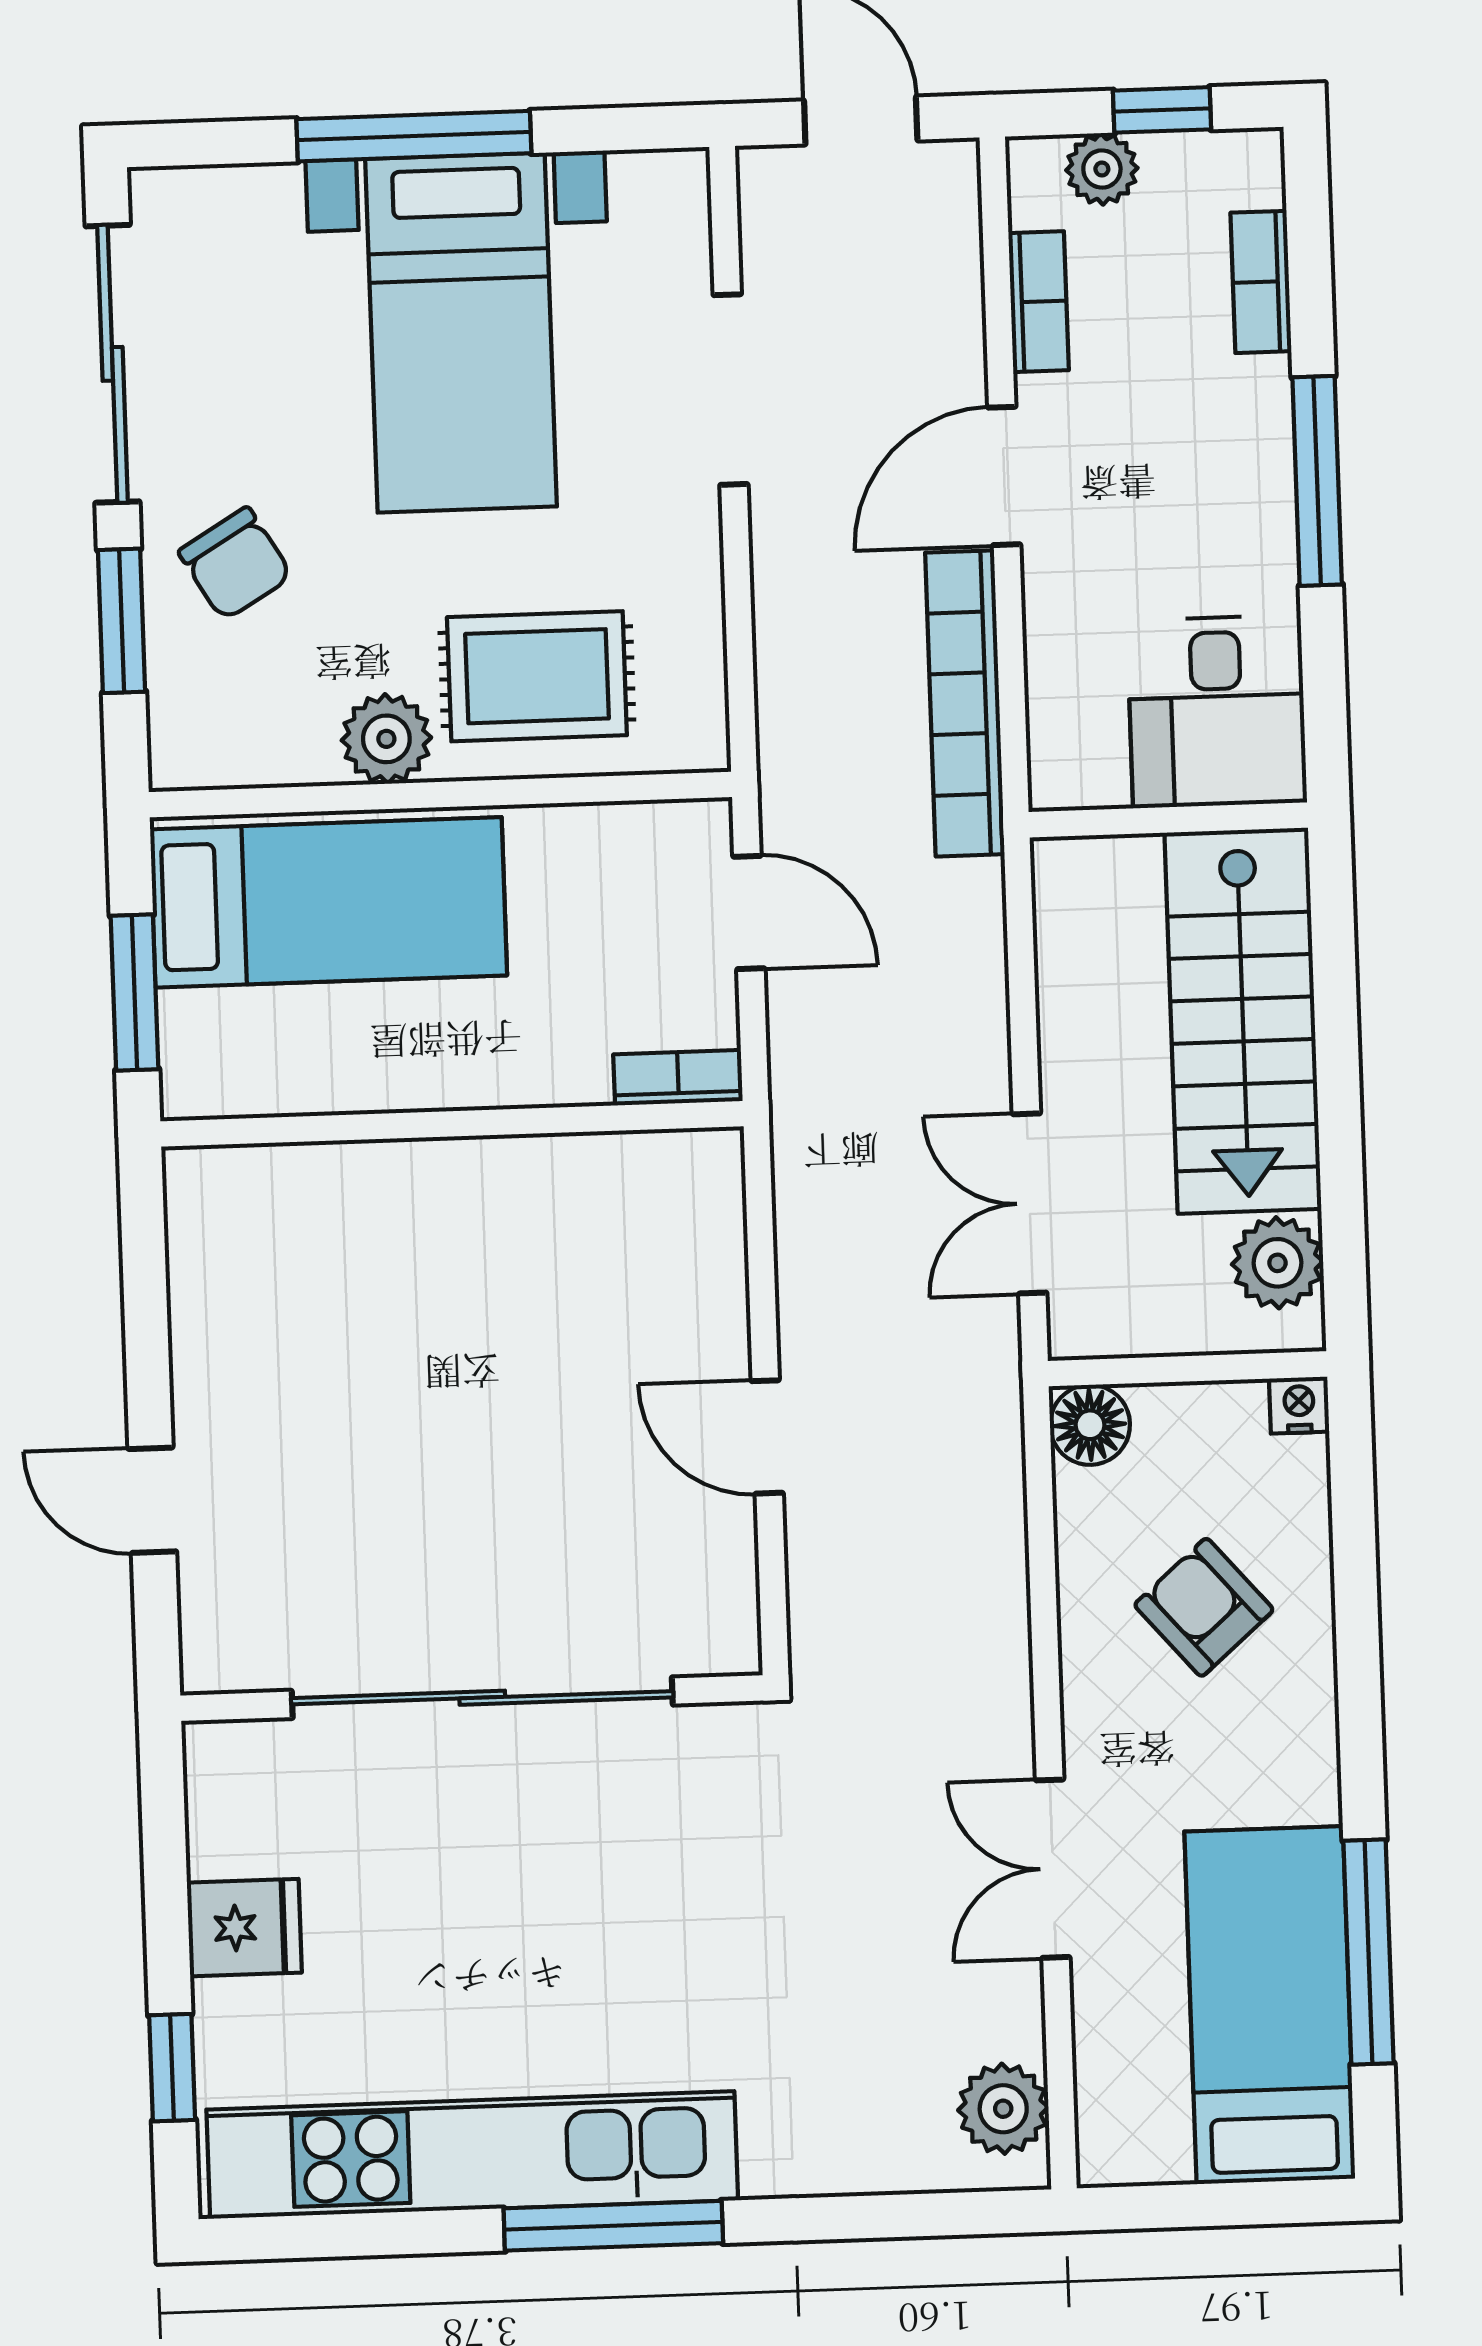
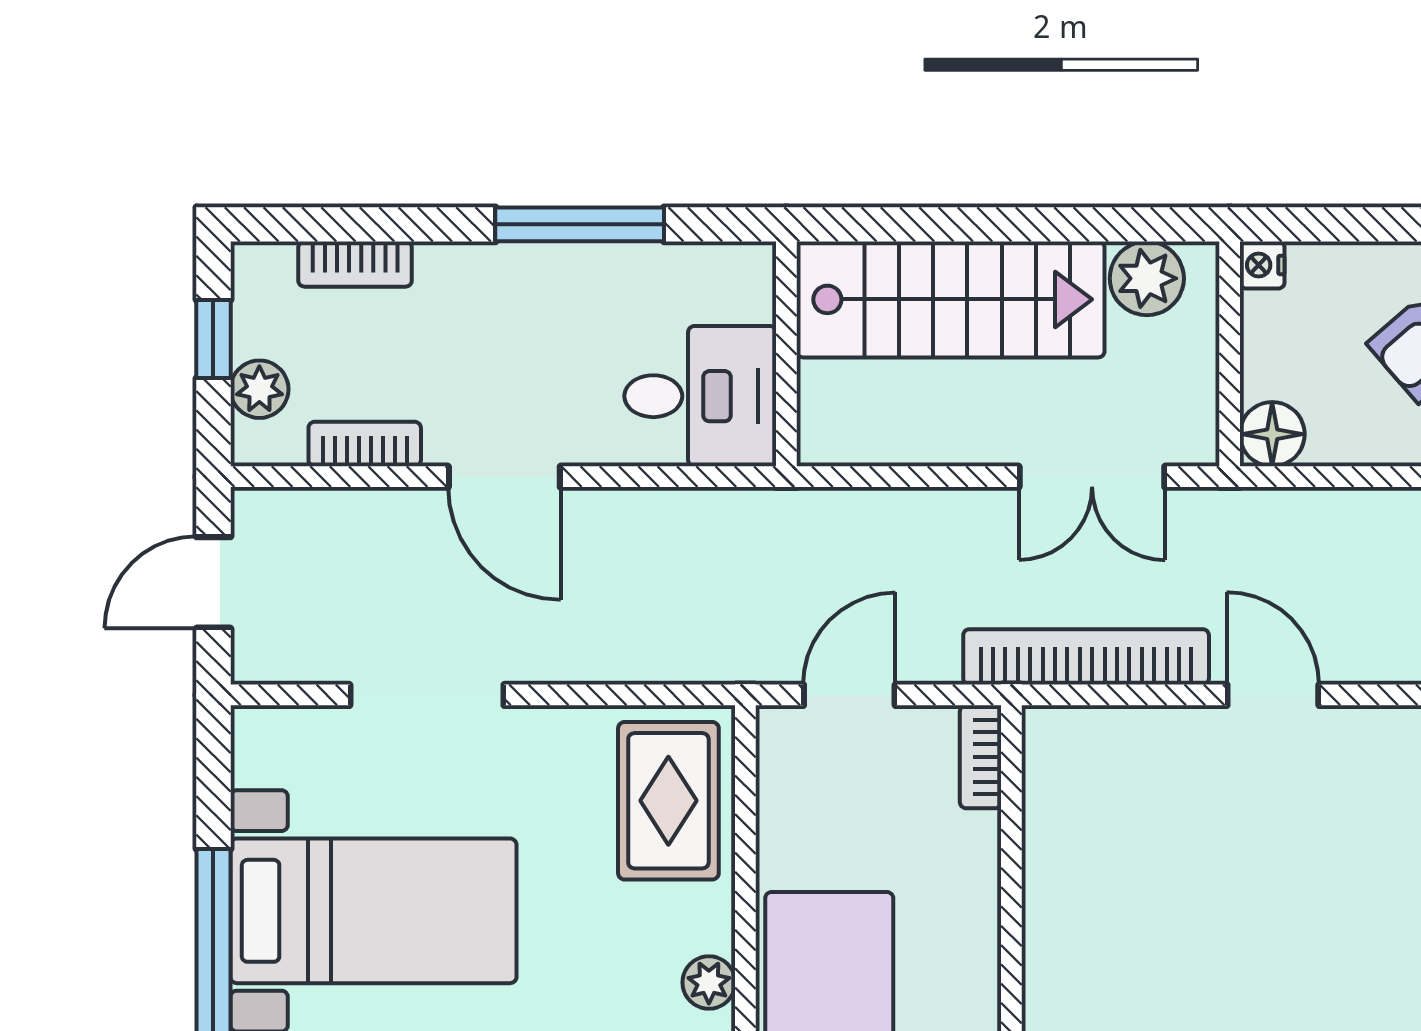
window: (1317, 481) -> (580, 224), moved
rug: (537, 676) -> (668, 801), moved
bookcase: (965, 703) -> (1086, 657), moved, turned 180
desk: (1217, 711) -> (700, 396), moved
plant: (386, 739) -> (709, 982), width x0.73, depth x0.73
door: (767, 1437) -> (1273, 695), swing flipped

